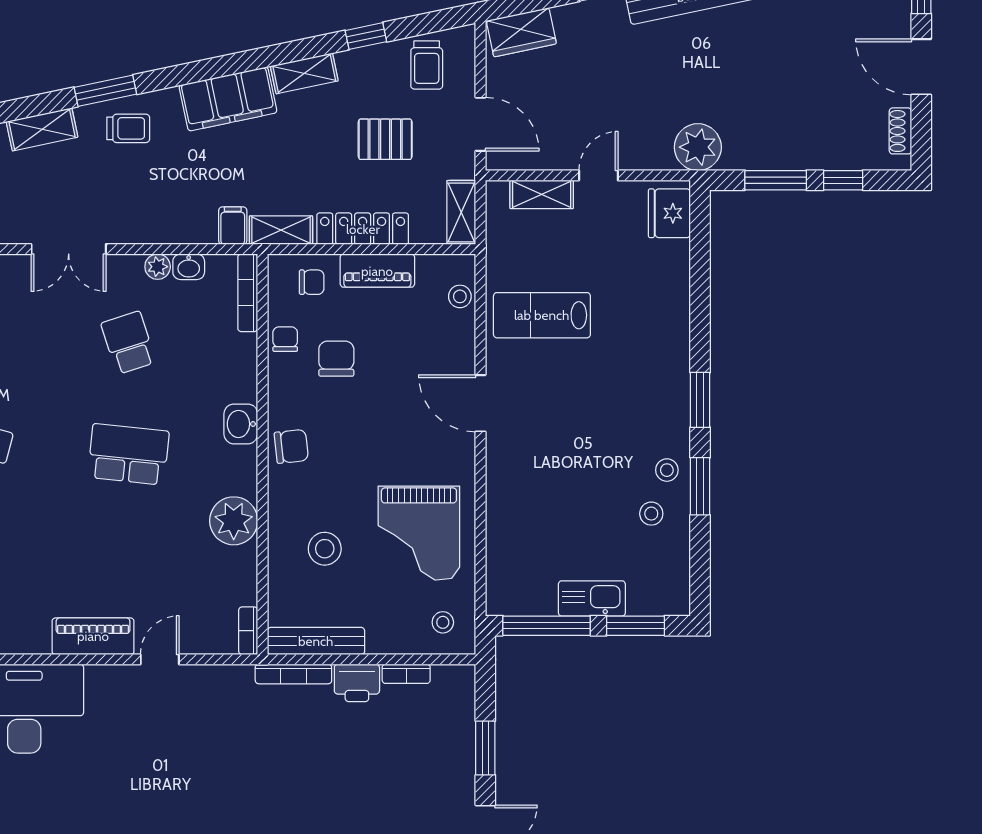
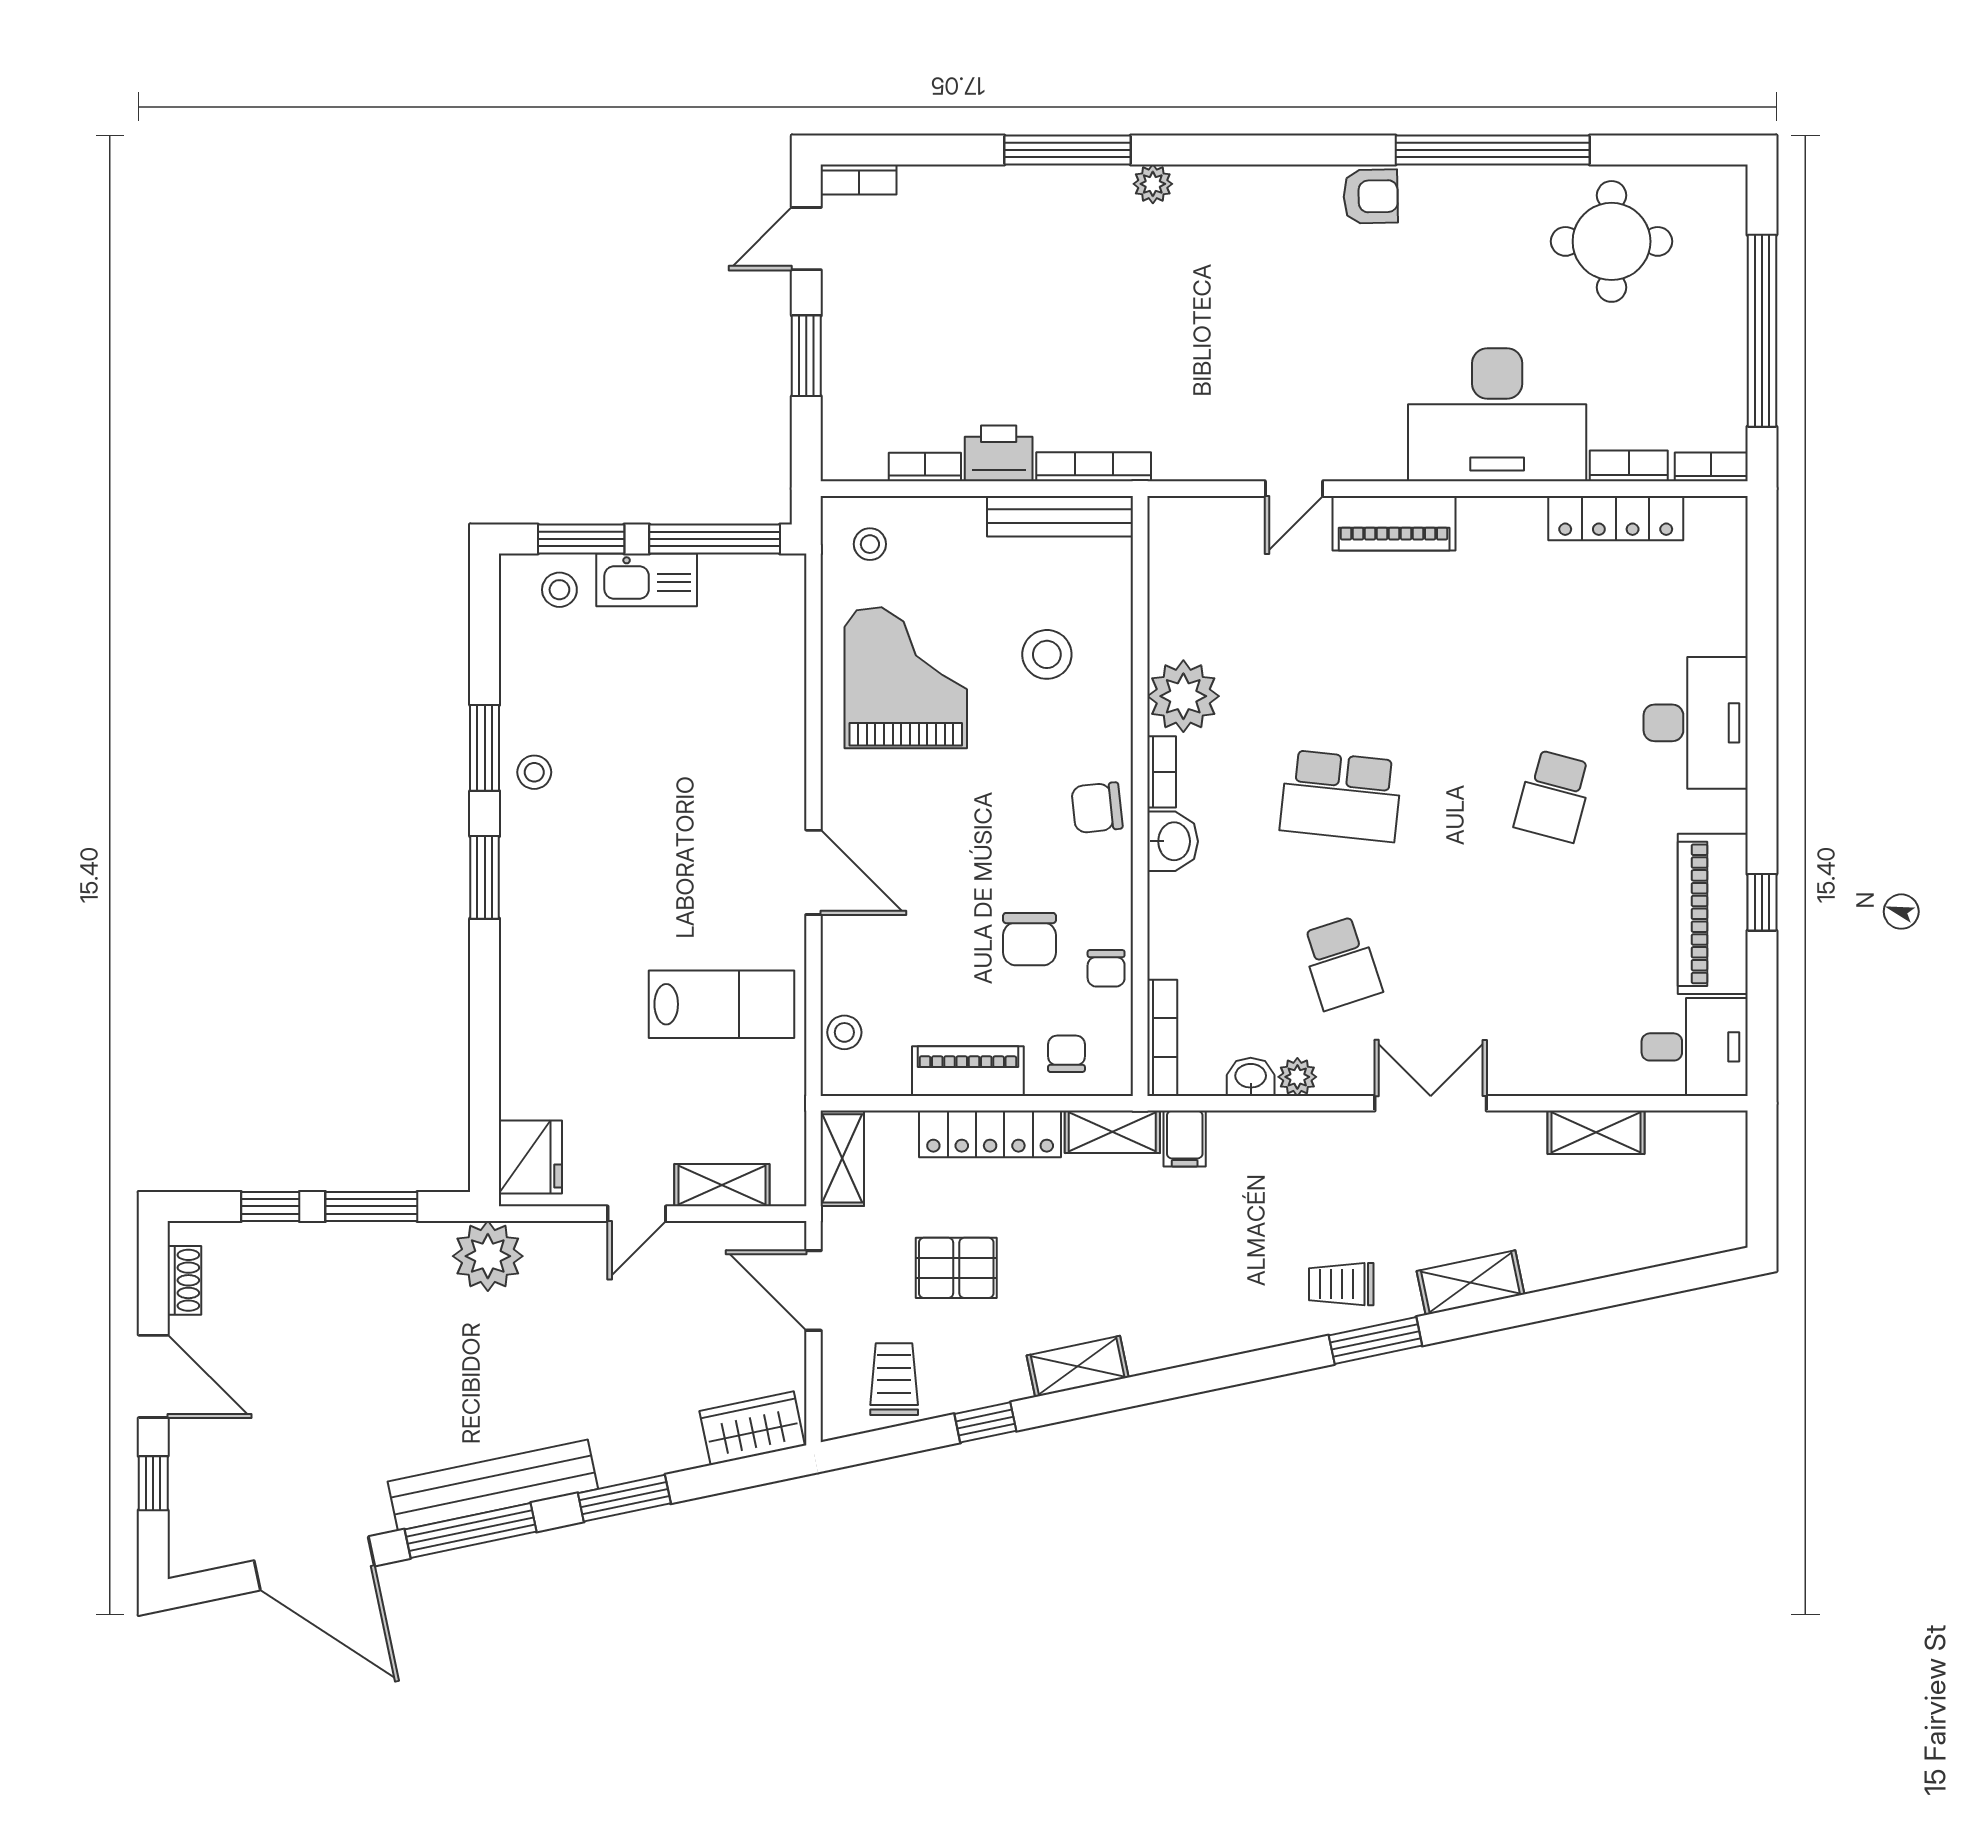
filing cabinet: (228, 99) -> (1192, 1328), removed
chair: (312, 282) -> (1066, 1054), turned 90
stool: (651, 514) -> (559, 590), moved
bookcase: (248, 631) -> (1162, 772), moved

